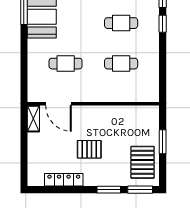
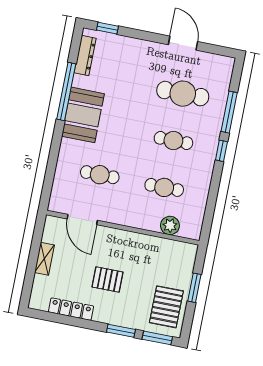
plant: (132, 94) -> (170, 225), added
shelving: (33, 119) -> (44, 259), moved

